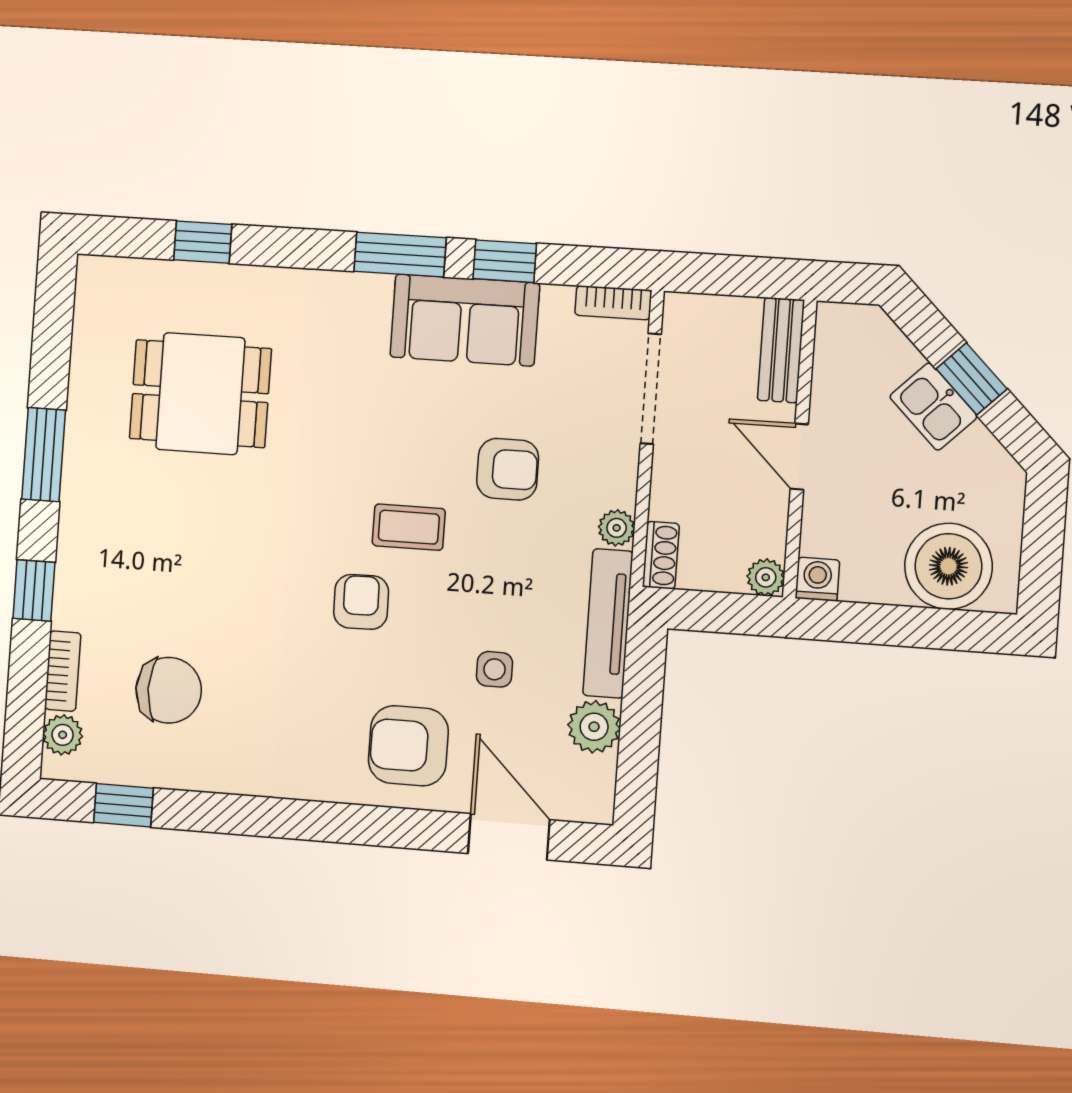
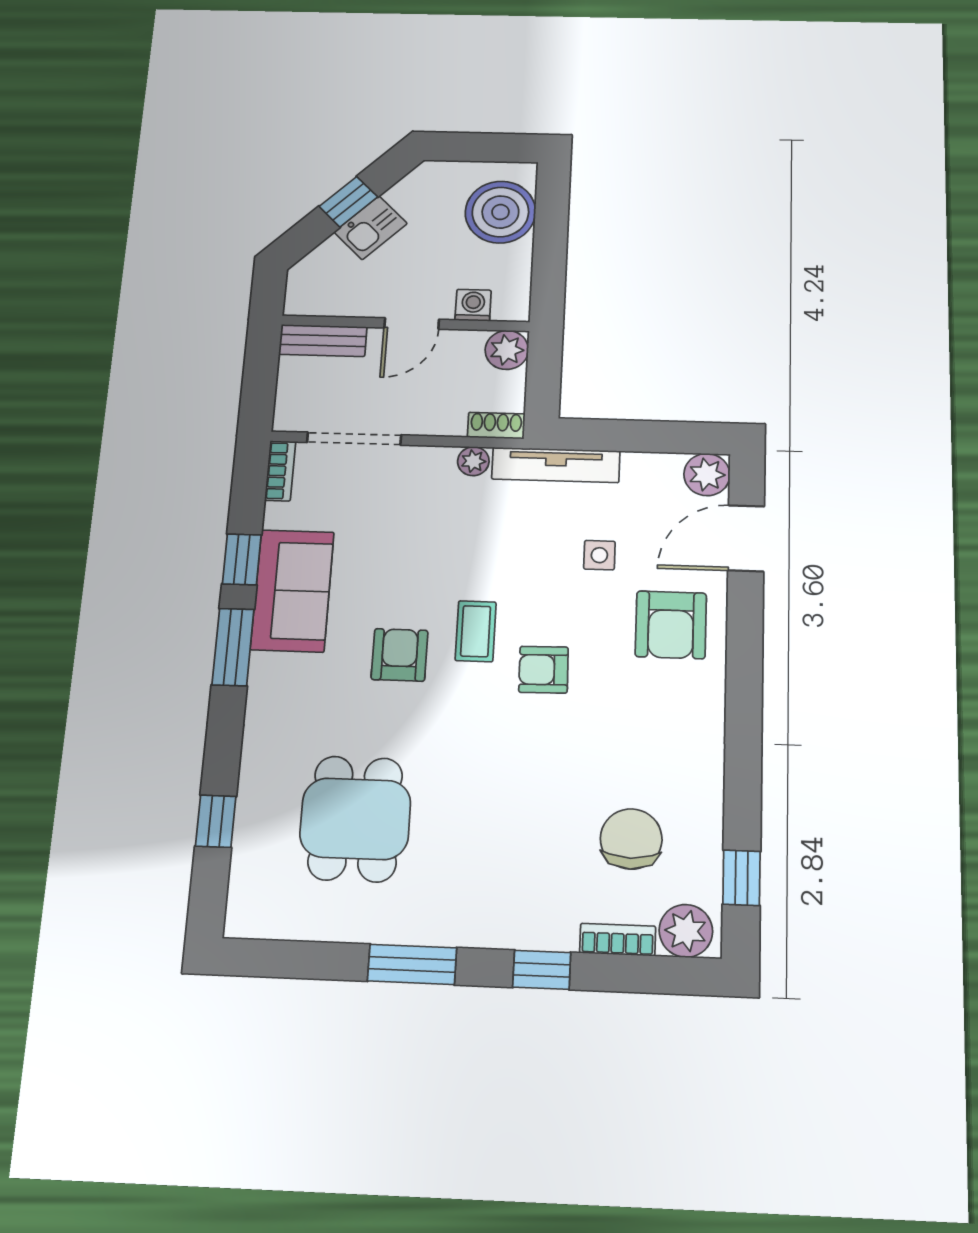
armchair: (508, 469) -> (400, 655), moved
plant: (766, 577) -> (507, 350), width x1.38, depth x1.38
washing machine: (817, 579) -> (473, 305), moved, turned 90
plant: (594, 727) -> (707, 475), moved
plant: (63, 735) -> (686, 931), width x1.38, depth x1.38

